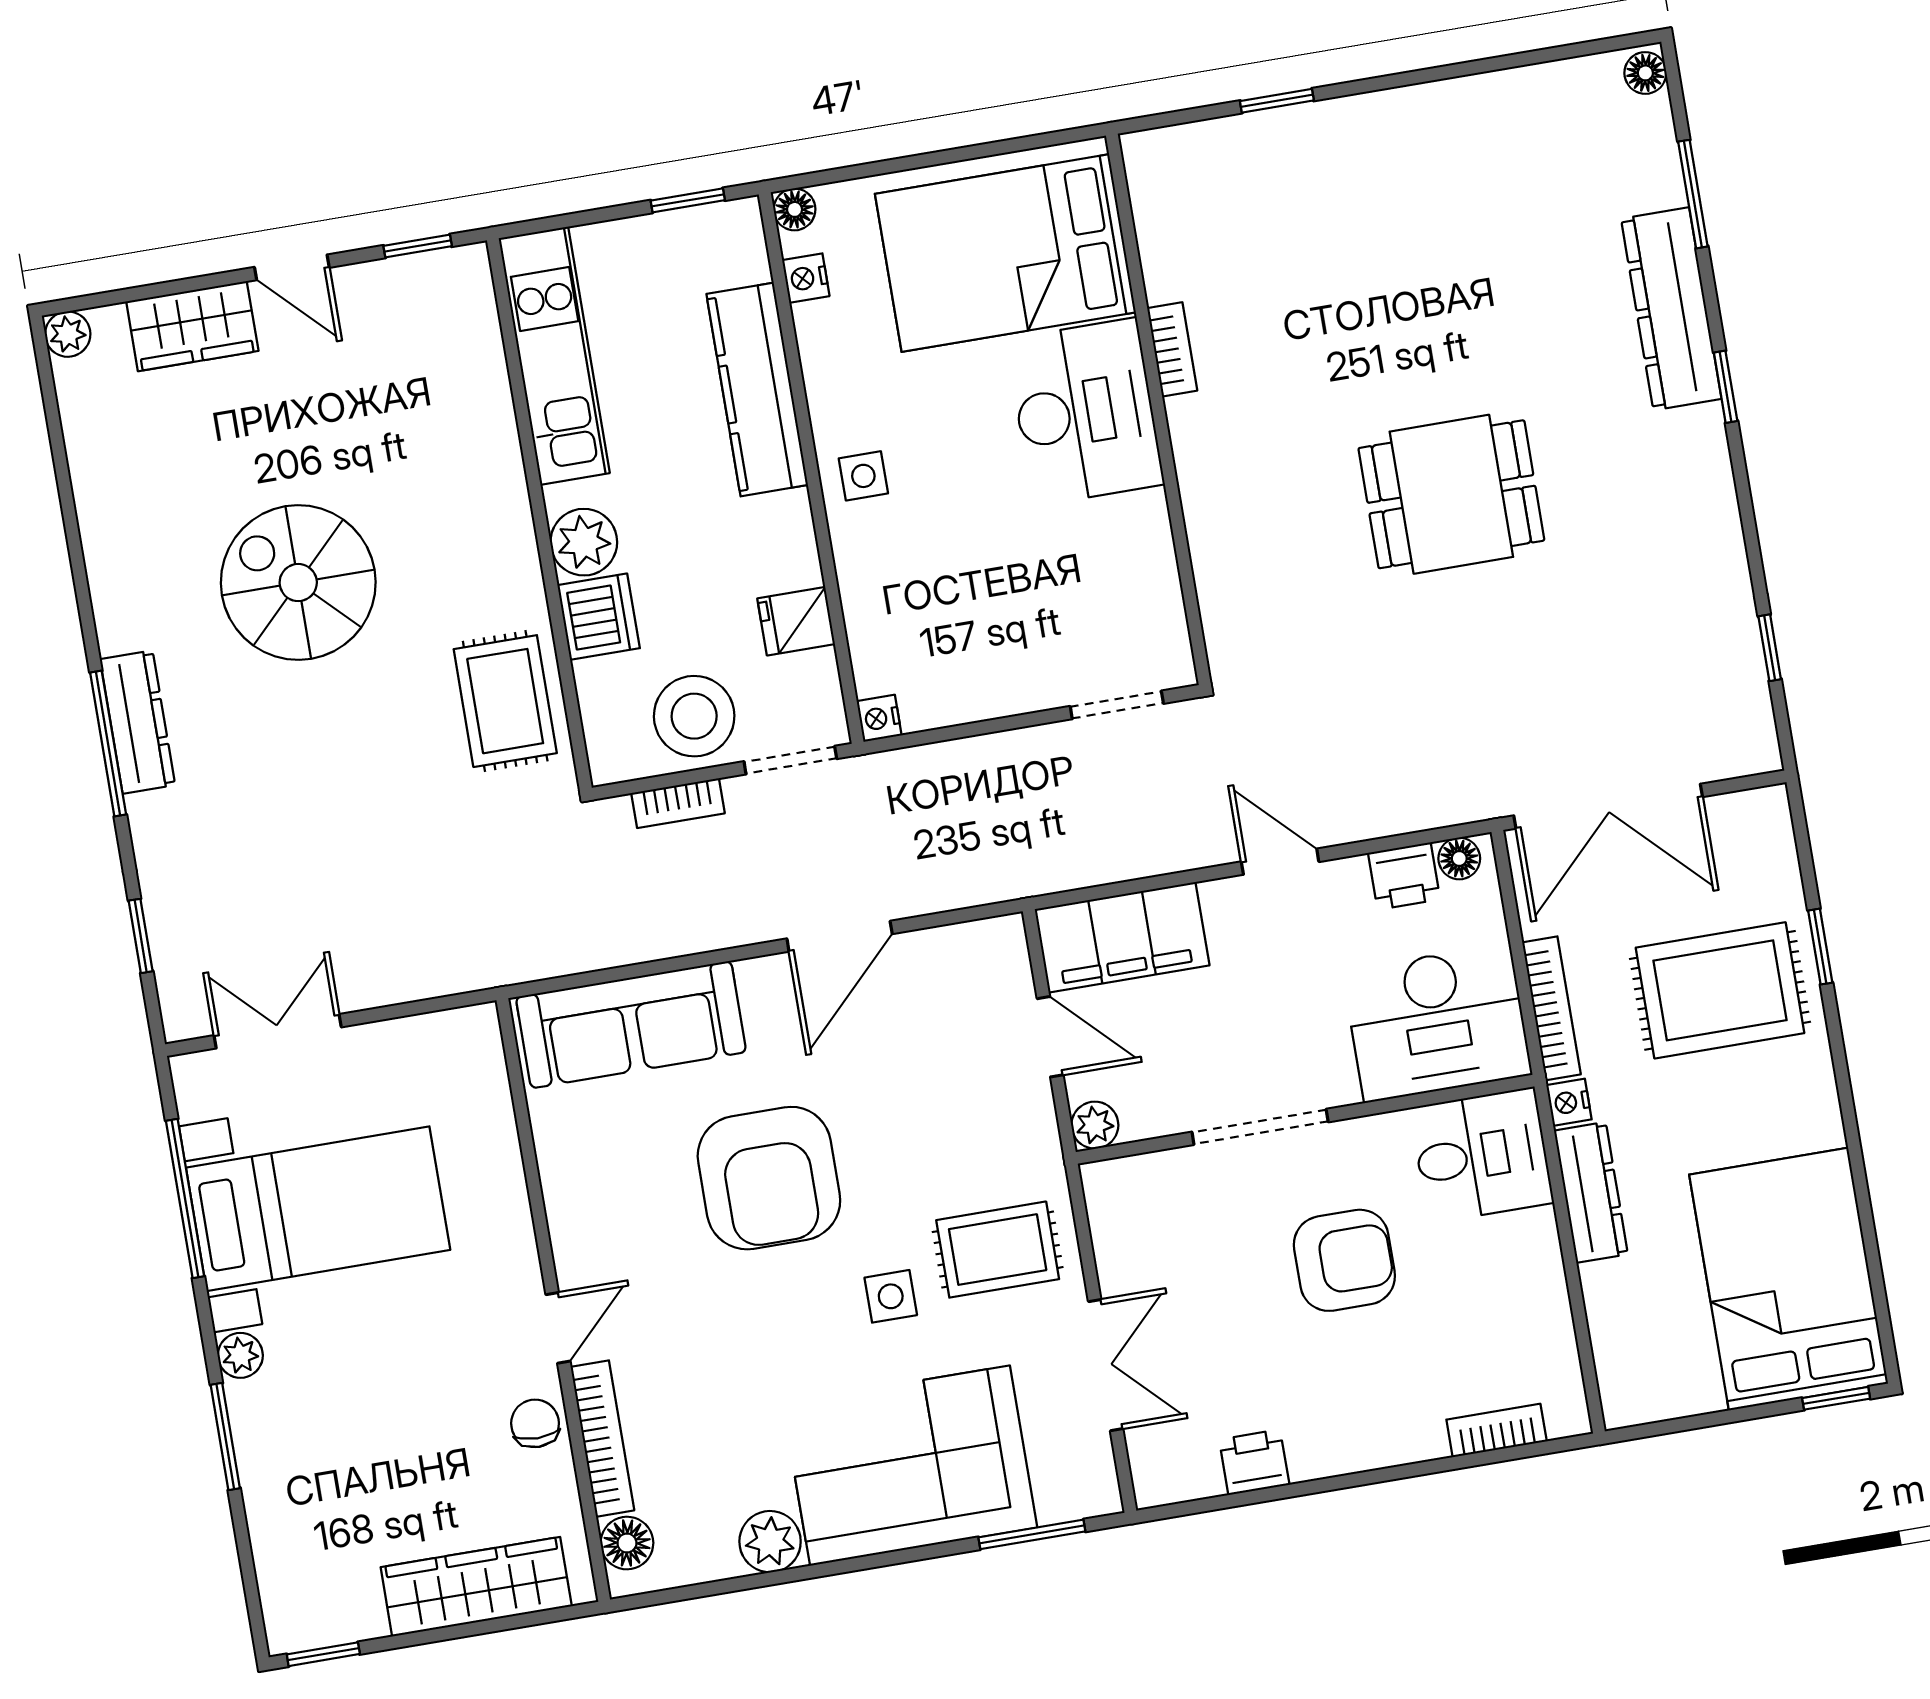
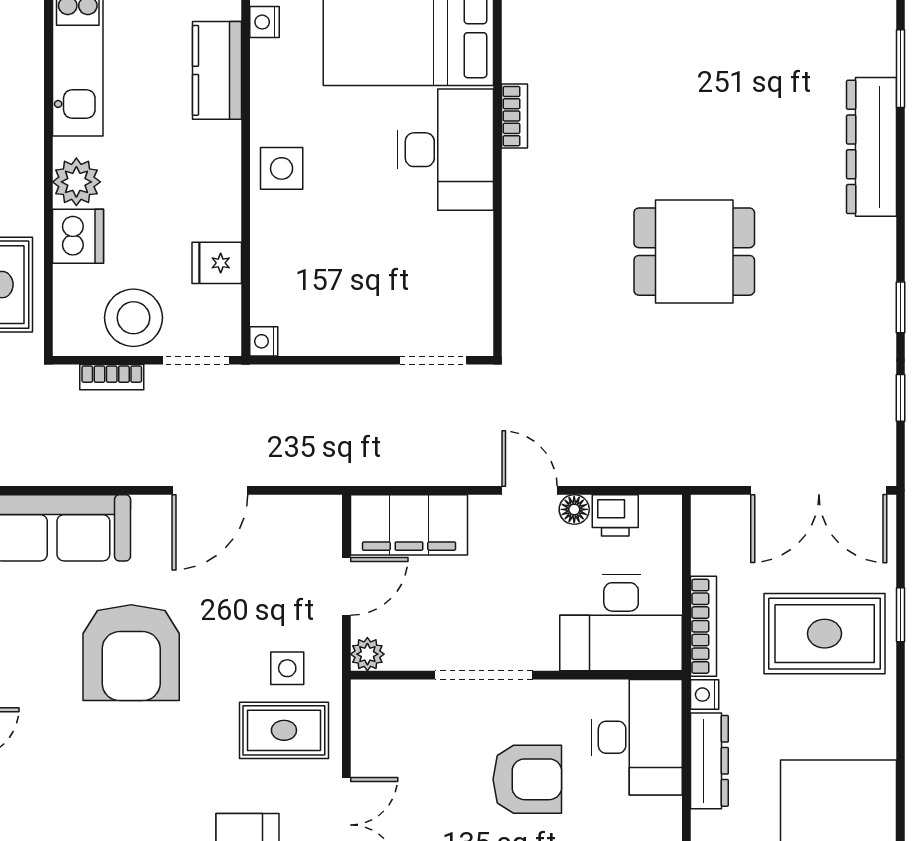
window: (1726, 387) -> (900, 307), moved
kitchen counter: (757, 389) -> (217, 70), width x0.67
side table: (863, 476) -> (282, 168), width x1.37, depth x1.37
double door: (1608, 806) -> (819, 490), moved
floor lamp: (1459, 858) -> (574, 509), moved
door: (1050, 1037) -> (346, 586), hinge flipped
desk: (1482, 1155) -> (637, 737), width x1.37
side table: (891, 1296) -> (287, 668), moved

